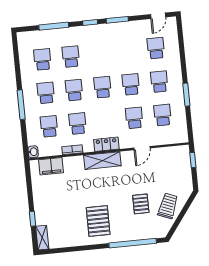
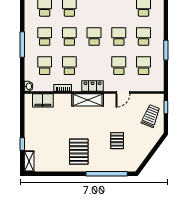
trolley: (168, 206) -> (151, 116), moved

